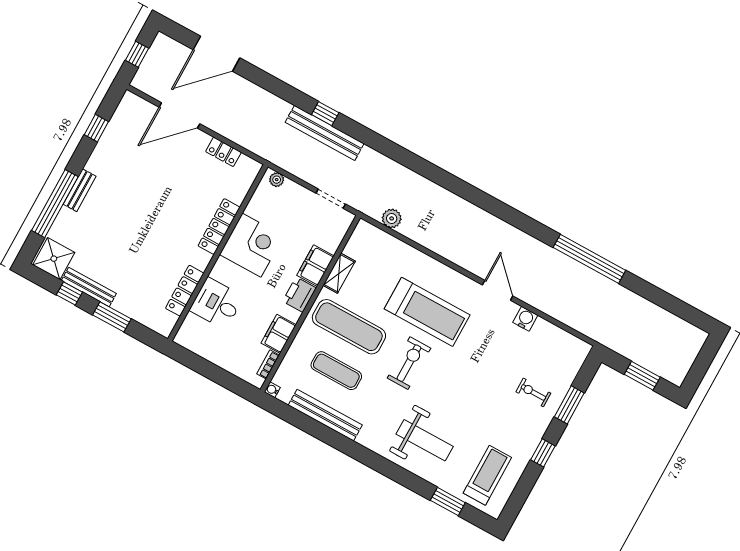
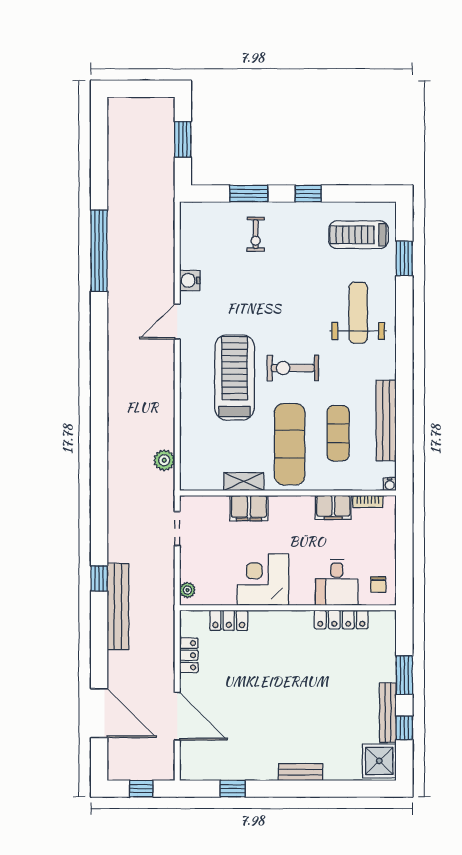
bench: (325, 133) -> (118, 606), moved
window: (55, 204) -> (326, 789), removed
locker: (219, 227) -> (229, 620), moved, width x0.66
printer: (299, 295) -> (285, 508), removed
chair: (197, 336) -> (378, 584), added

